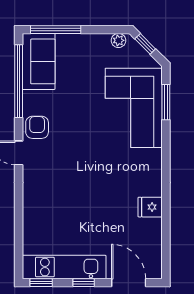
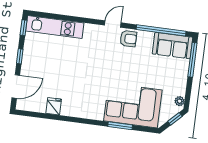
window: (166, 102) -> (120, 126), moved
fridge: (150, 207) -> (54, 106), moved
kitchen unit: (64, 267) -> (55, 27), moved, turned 90

